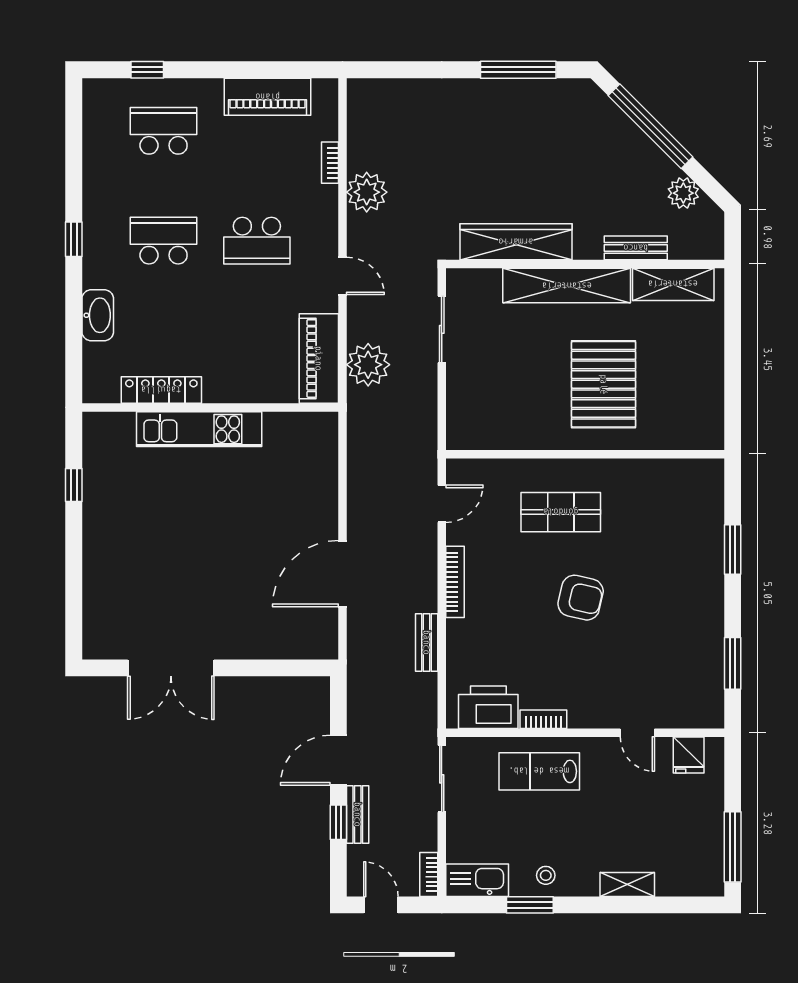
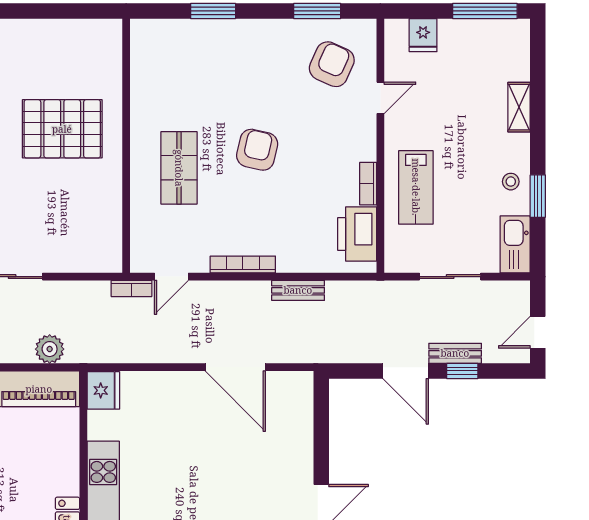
plant: (368, 365) -> (50, 349), width x0.73, depth x0.73
fridge: (317, 429) -> (103, 390), added
door: (442, 504) -> (171, 277), swing flipped
armchair: (674, 679) -> (332, 64), added
fridge: (689, 755) -> (423, 35), moved, turned 90
sliding door: (442, 779) -> (450, 277), moved
bookcase: (429, 874) -> (131, 288), moved

